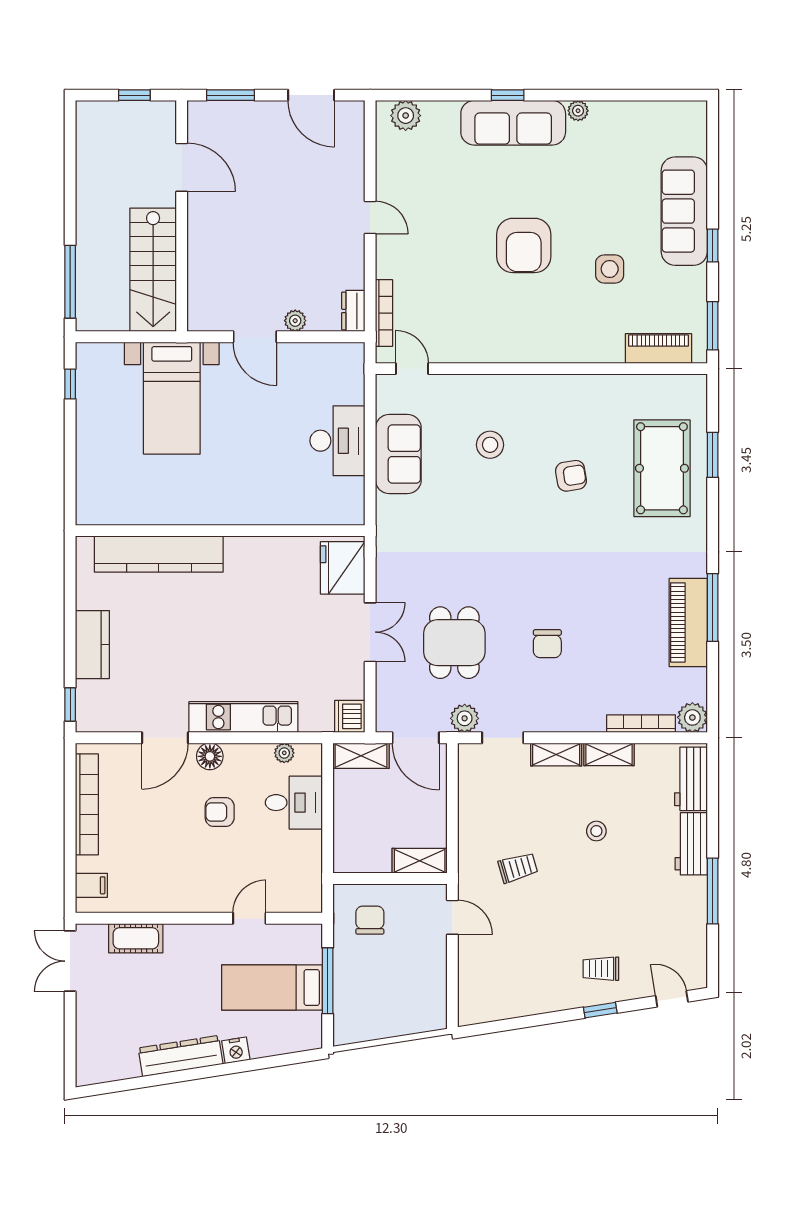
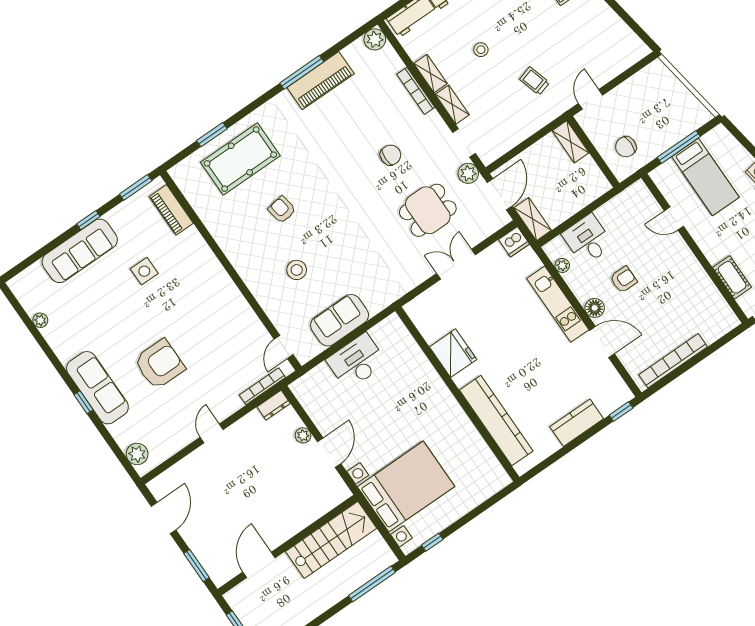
plant: (578, 111) -> (40, 320), moved
armchair: (524, 245) -> (159, 364), moved
bed with nightstands: (172, 398) -> (406, 487), width x1.36
fridge: (343, 568) -> (453, 353), moved, turned -90
bookcase: (641, 724) -> (416, 91), moved
armchair: (220, 812) -> (623, 279), turned -90
filing cabinet: (91, 885) -> (719, 325), removed

